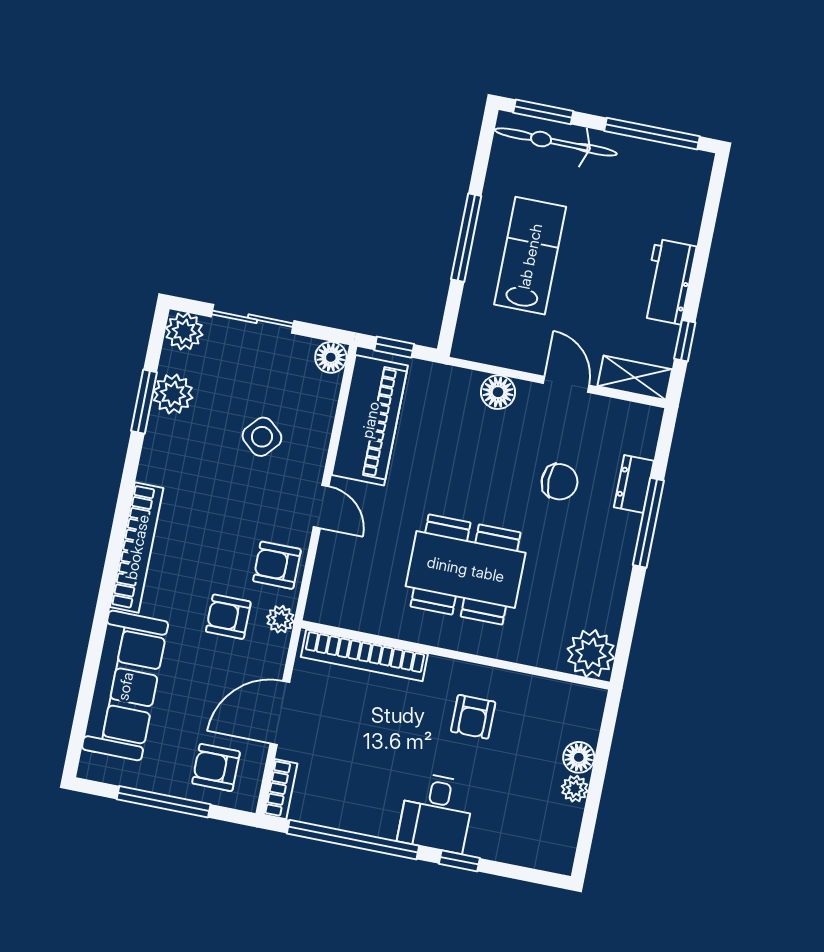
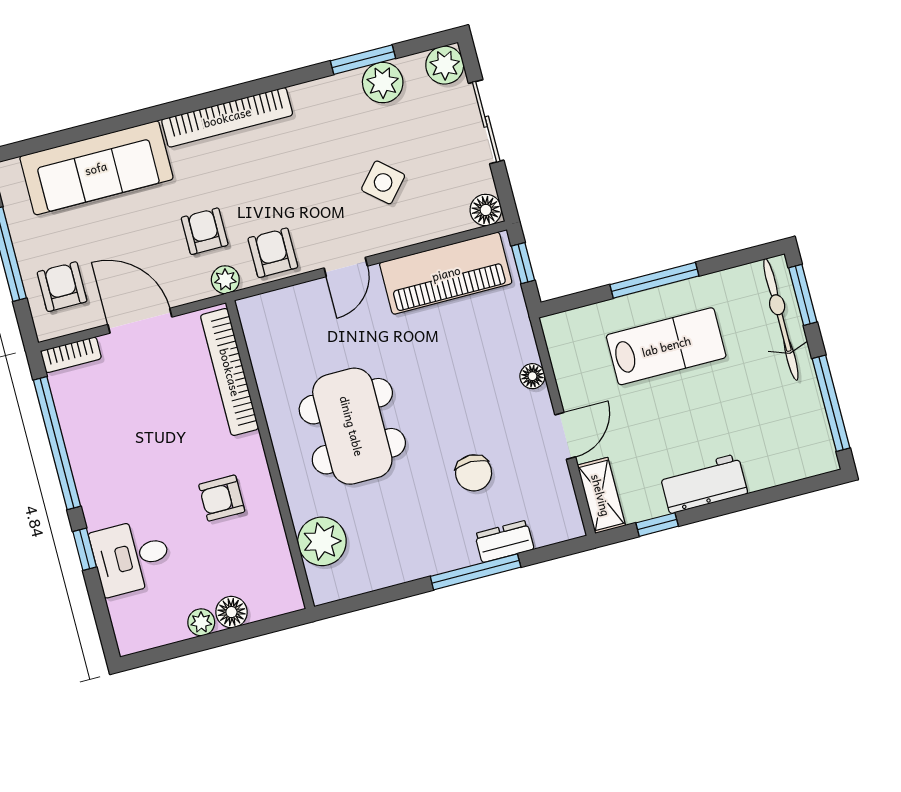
floor lamp: (498, 392) -> (532, 376), width x0.73, depth x0.73
plant: (591, 653) -> (322, 541), moved
desk: (436, 813) -> (131, 557), moved

